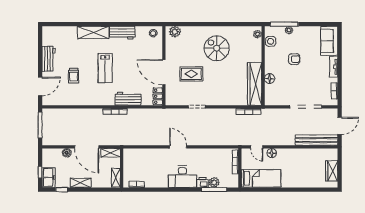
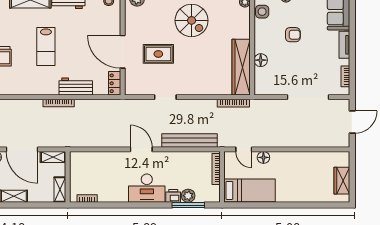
spiral stairs: (217, 48) -> (192, 20), turned 180
bench: (317, 140) -> (190, 141), moved

